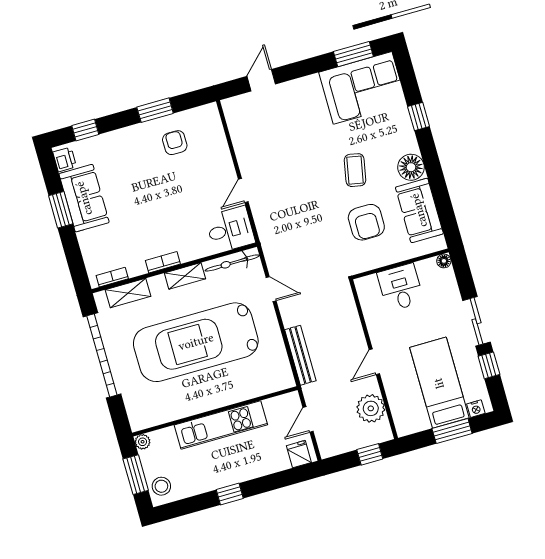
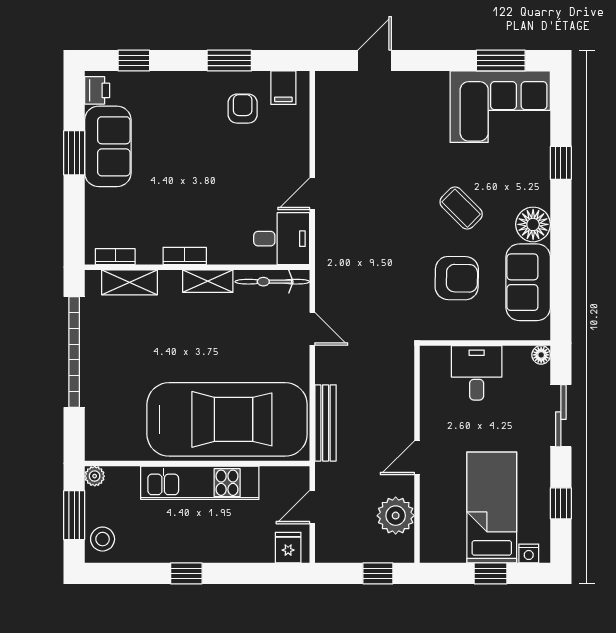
filing cabinet: (200, 119) -> (283, 88), added
coffee table: (355, 170) -> (461, 208), turned -56
armchair: (366, 222) -> (457, 278), turned -89
sliding door: (476, 321) -> (561, 416), moved
car: (196, 342) -> (227, 419), moved, turned 180
window: (452, 431) -> (491, 573), width x0.67

